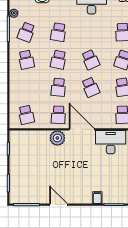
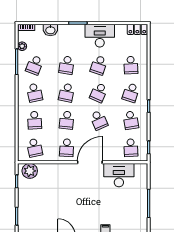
school desk: (91, 32) -> (99, 65), added
school desk: (91, 60) -> (99, 93), turned 48
school desk: (26, 87) -> (35, 120), added
door: (82, 129) -> (90, 162), hinge flipped
plant: (57, 138) -> (30, 171), moved

